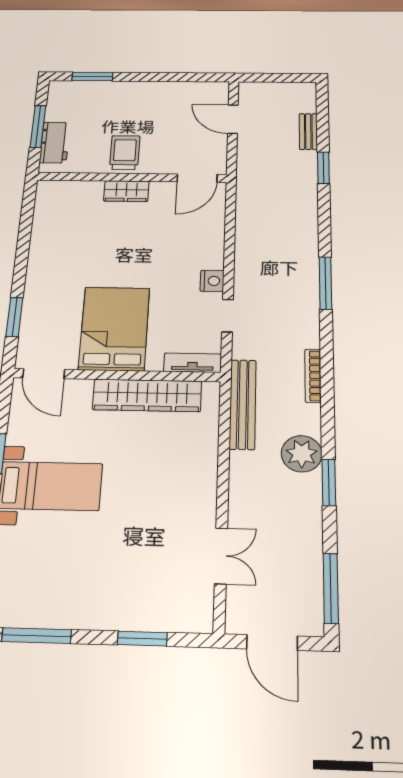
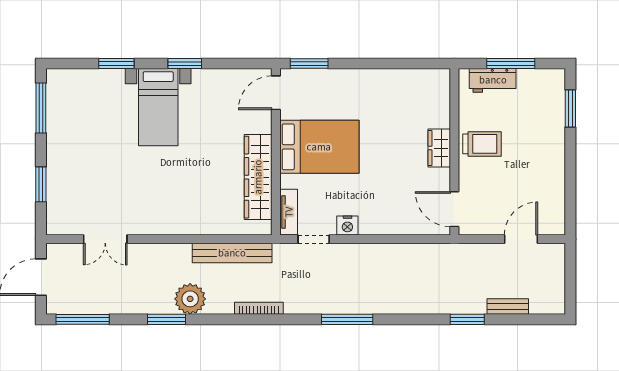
bed: (114, 329) -> (319, 147), moved
tv unit: (193, 363) -> (289, 212), moved
door: (44, 374) -> (276, 93), moved
wall: (117, 375) -> (276, 152), moved
wardrobe: (147, 395) -> (258, 177), moved

